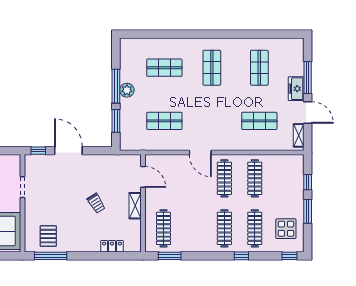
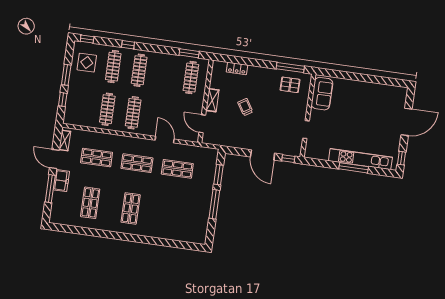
shop shelf: (164, 68) -> (137, 163), moved
plant: (127, 90) -> (206, 200), removed
door: (200, 153) -> (165, 140), moved
pallet: (48, 236) -> (290, 85), turned 90

